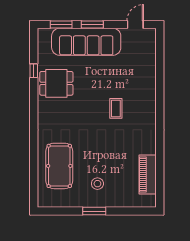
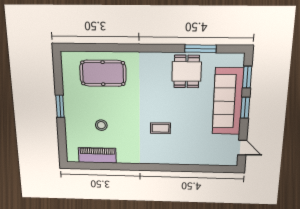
window: (34, 71) -> (200, 49), width x2.17
stool: (97, 184) -> (101, 125), moved

